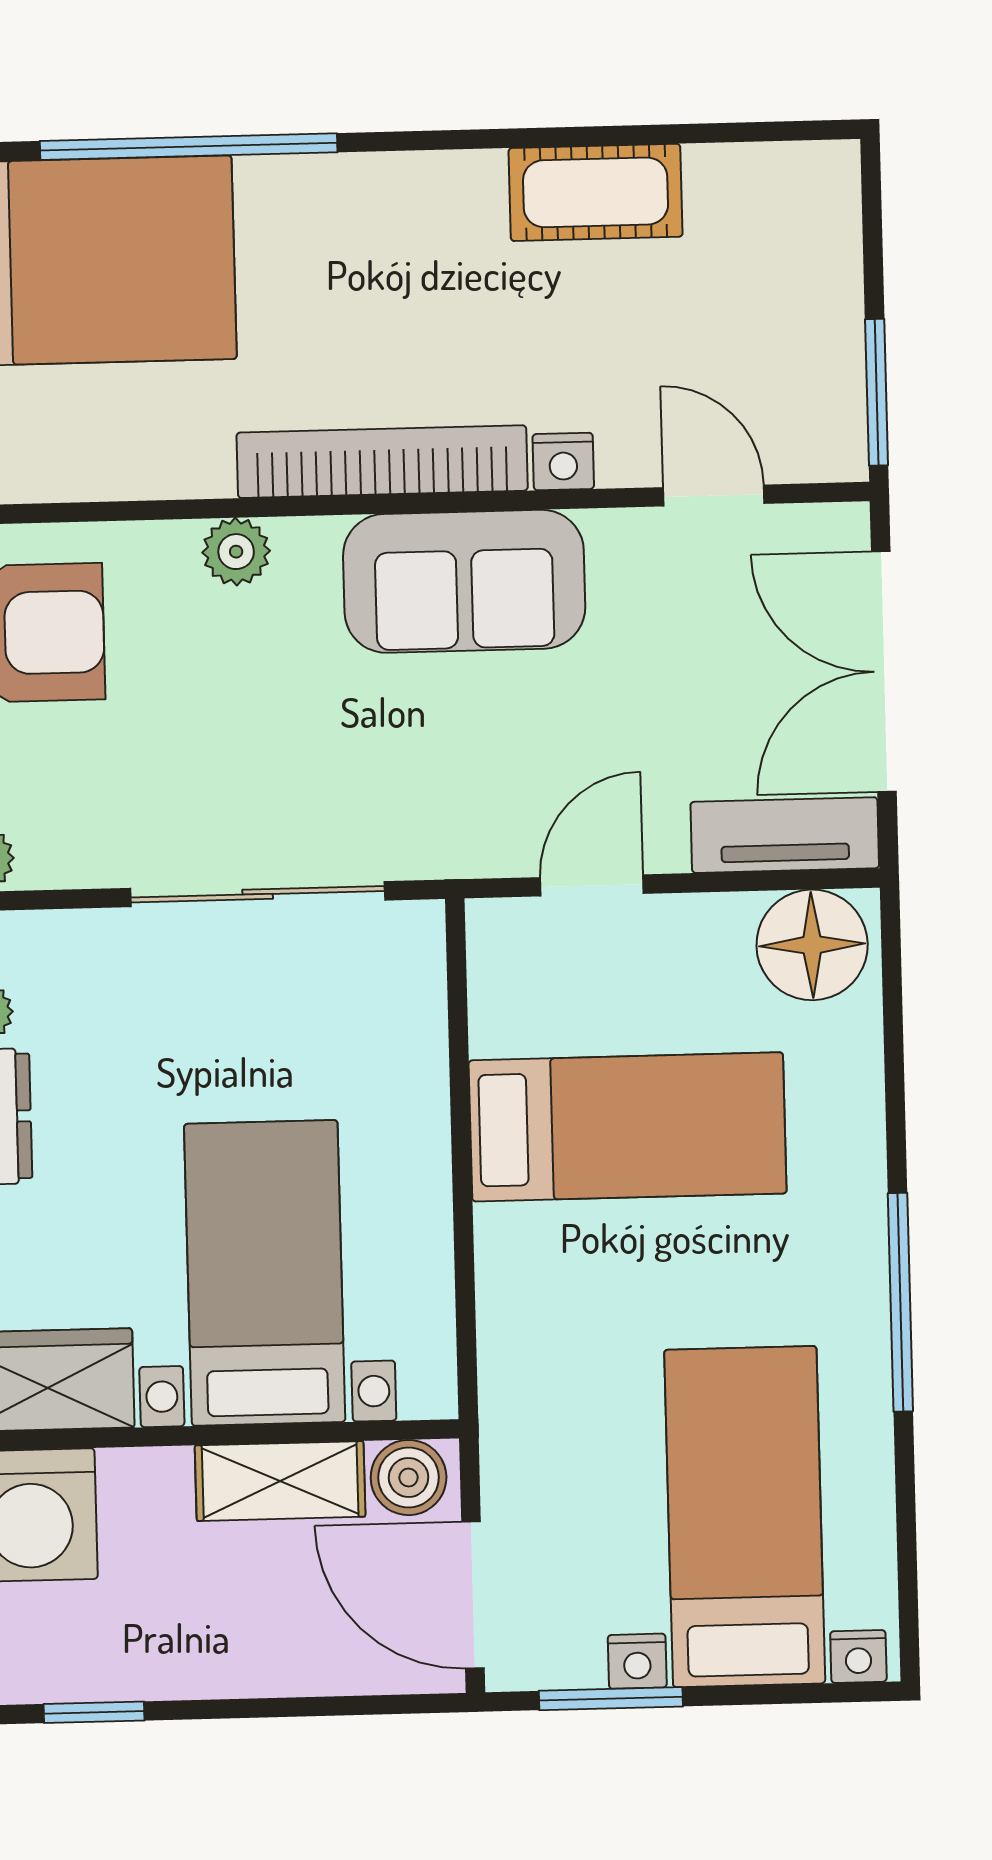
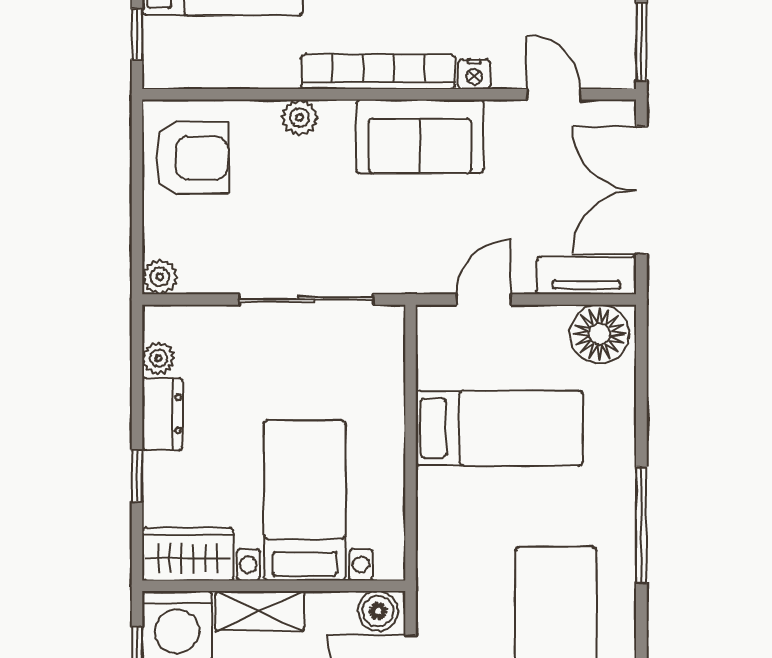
shelving: (280, 1481) -> (260, 611), moved

